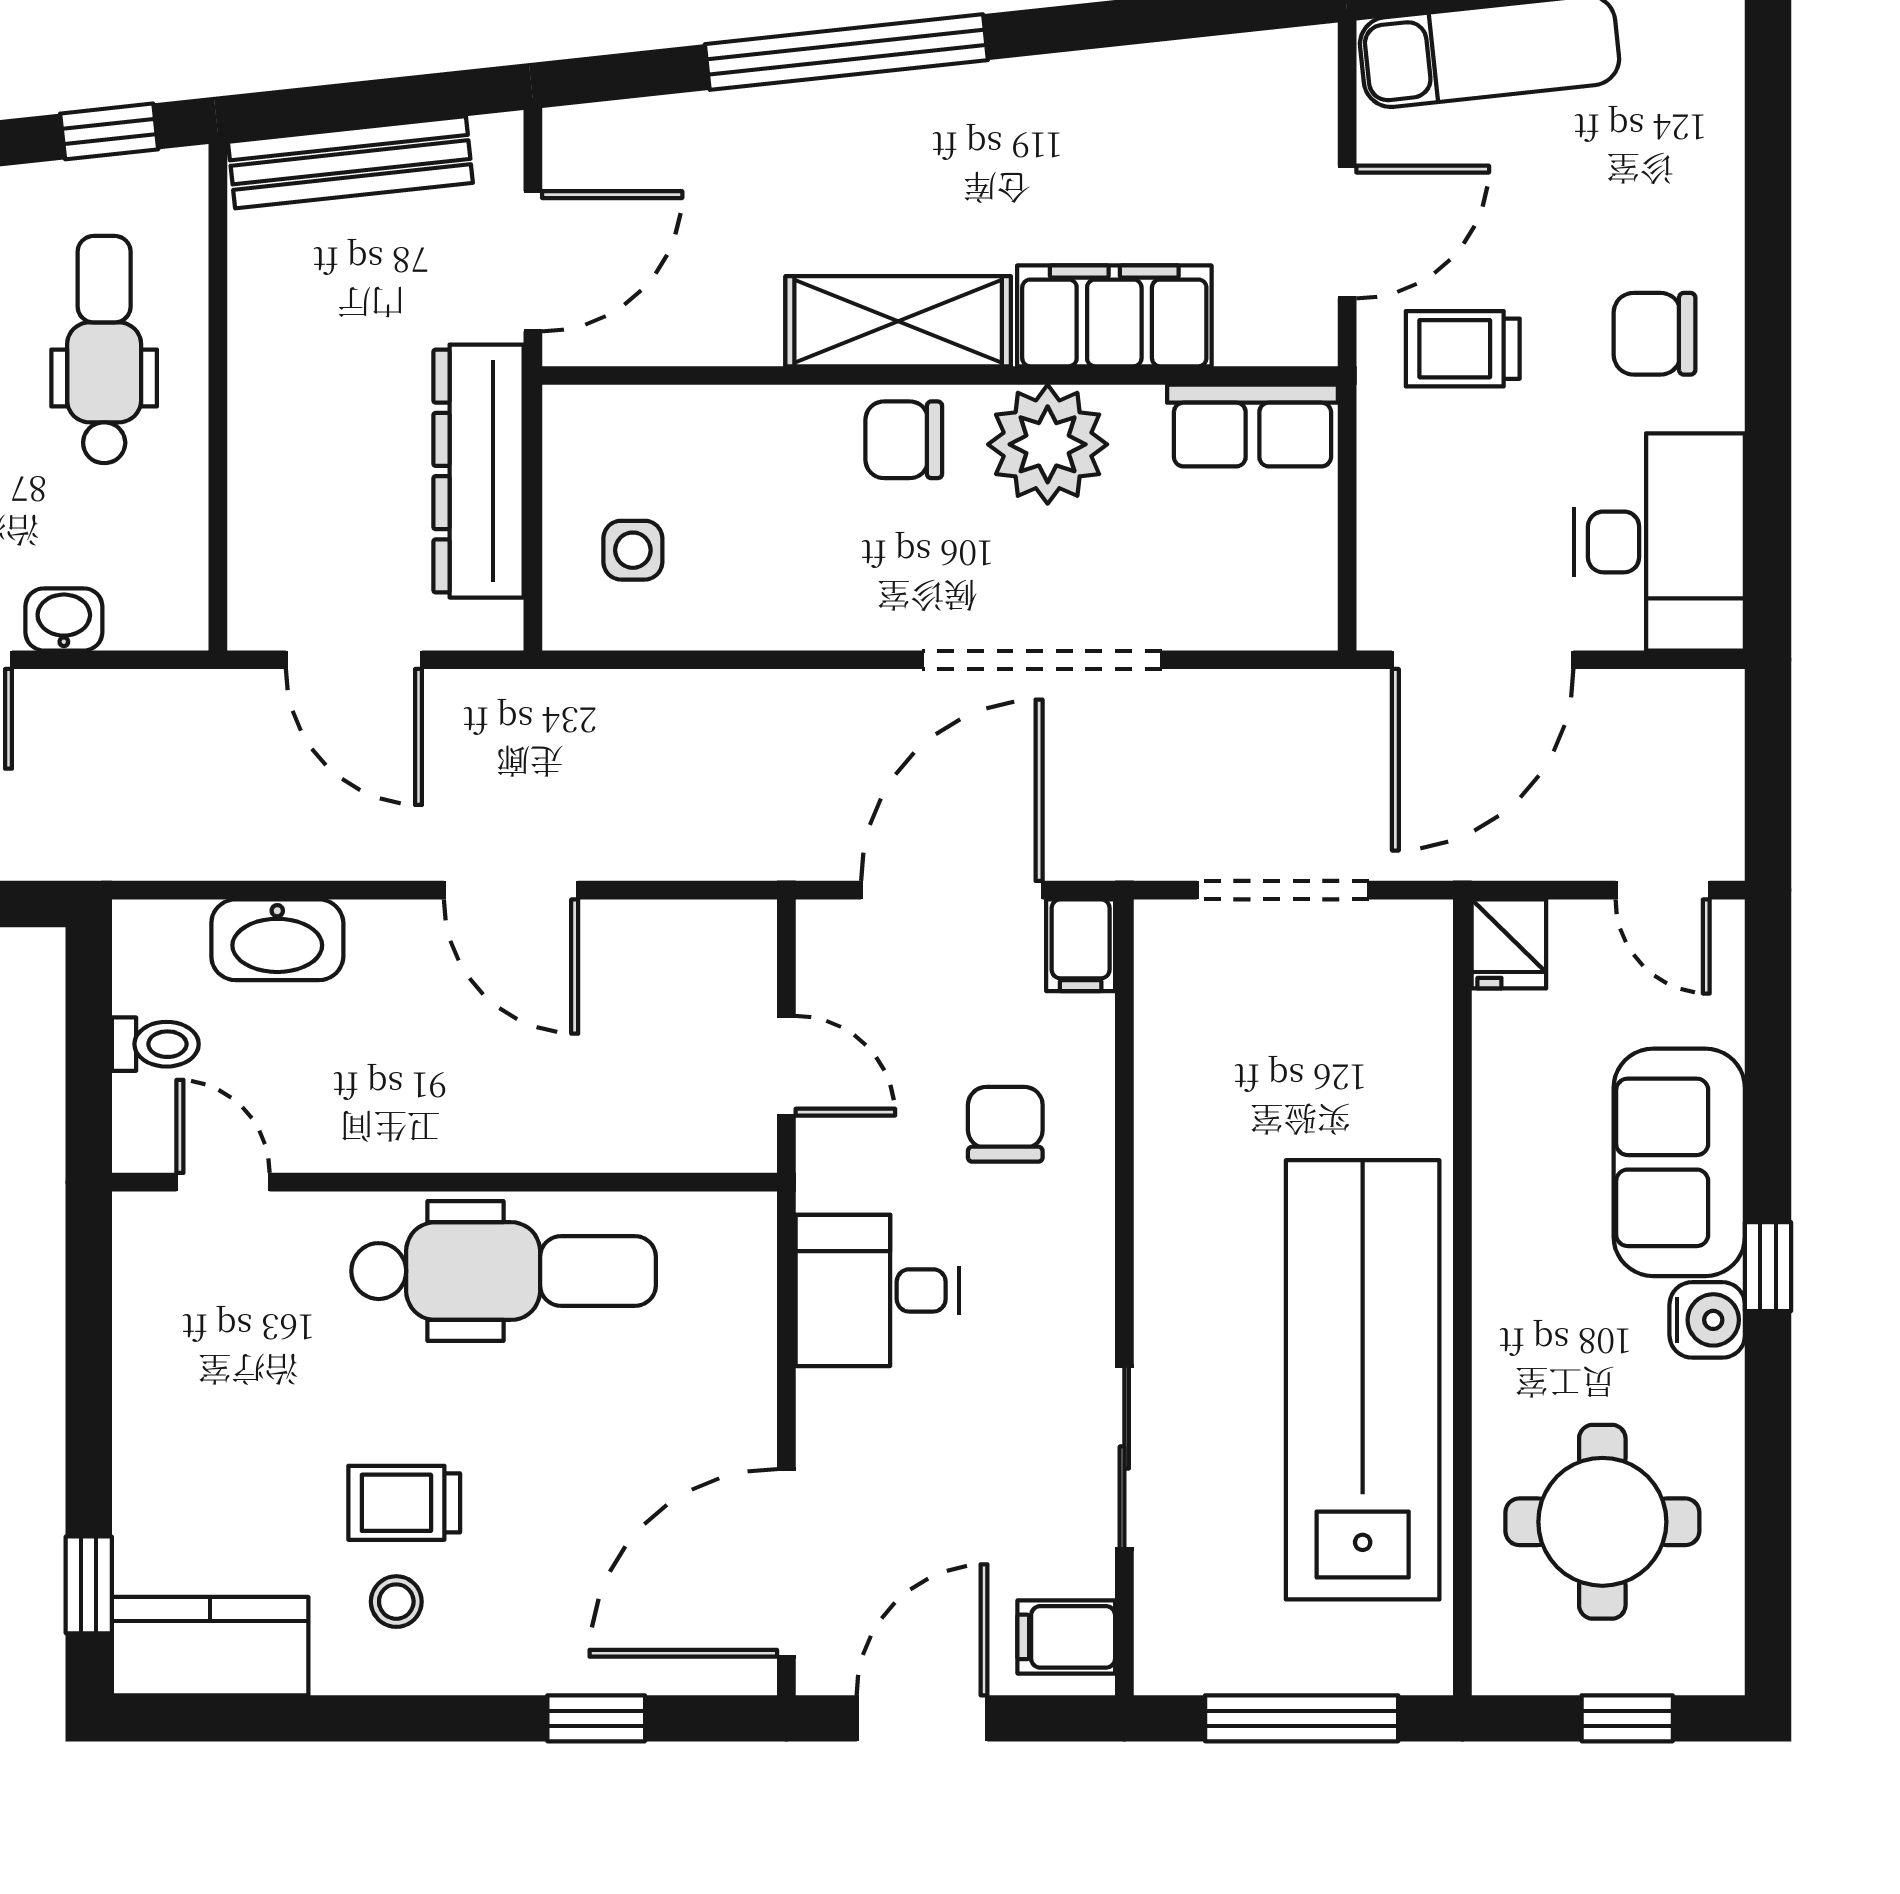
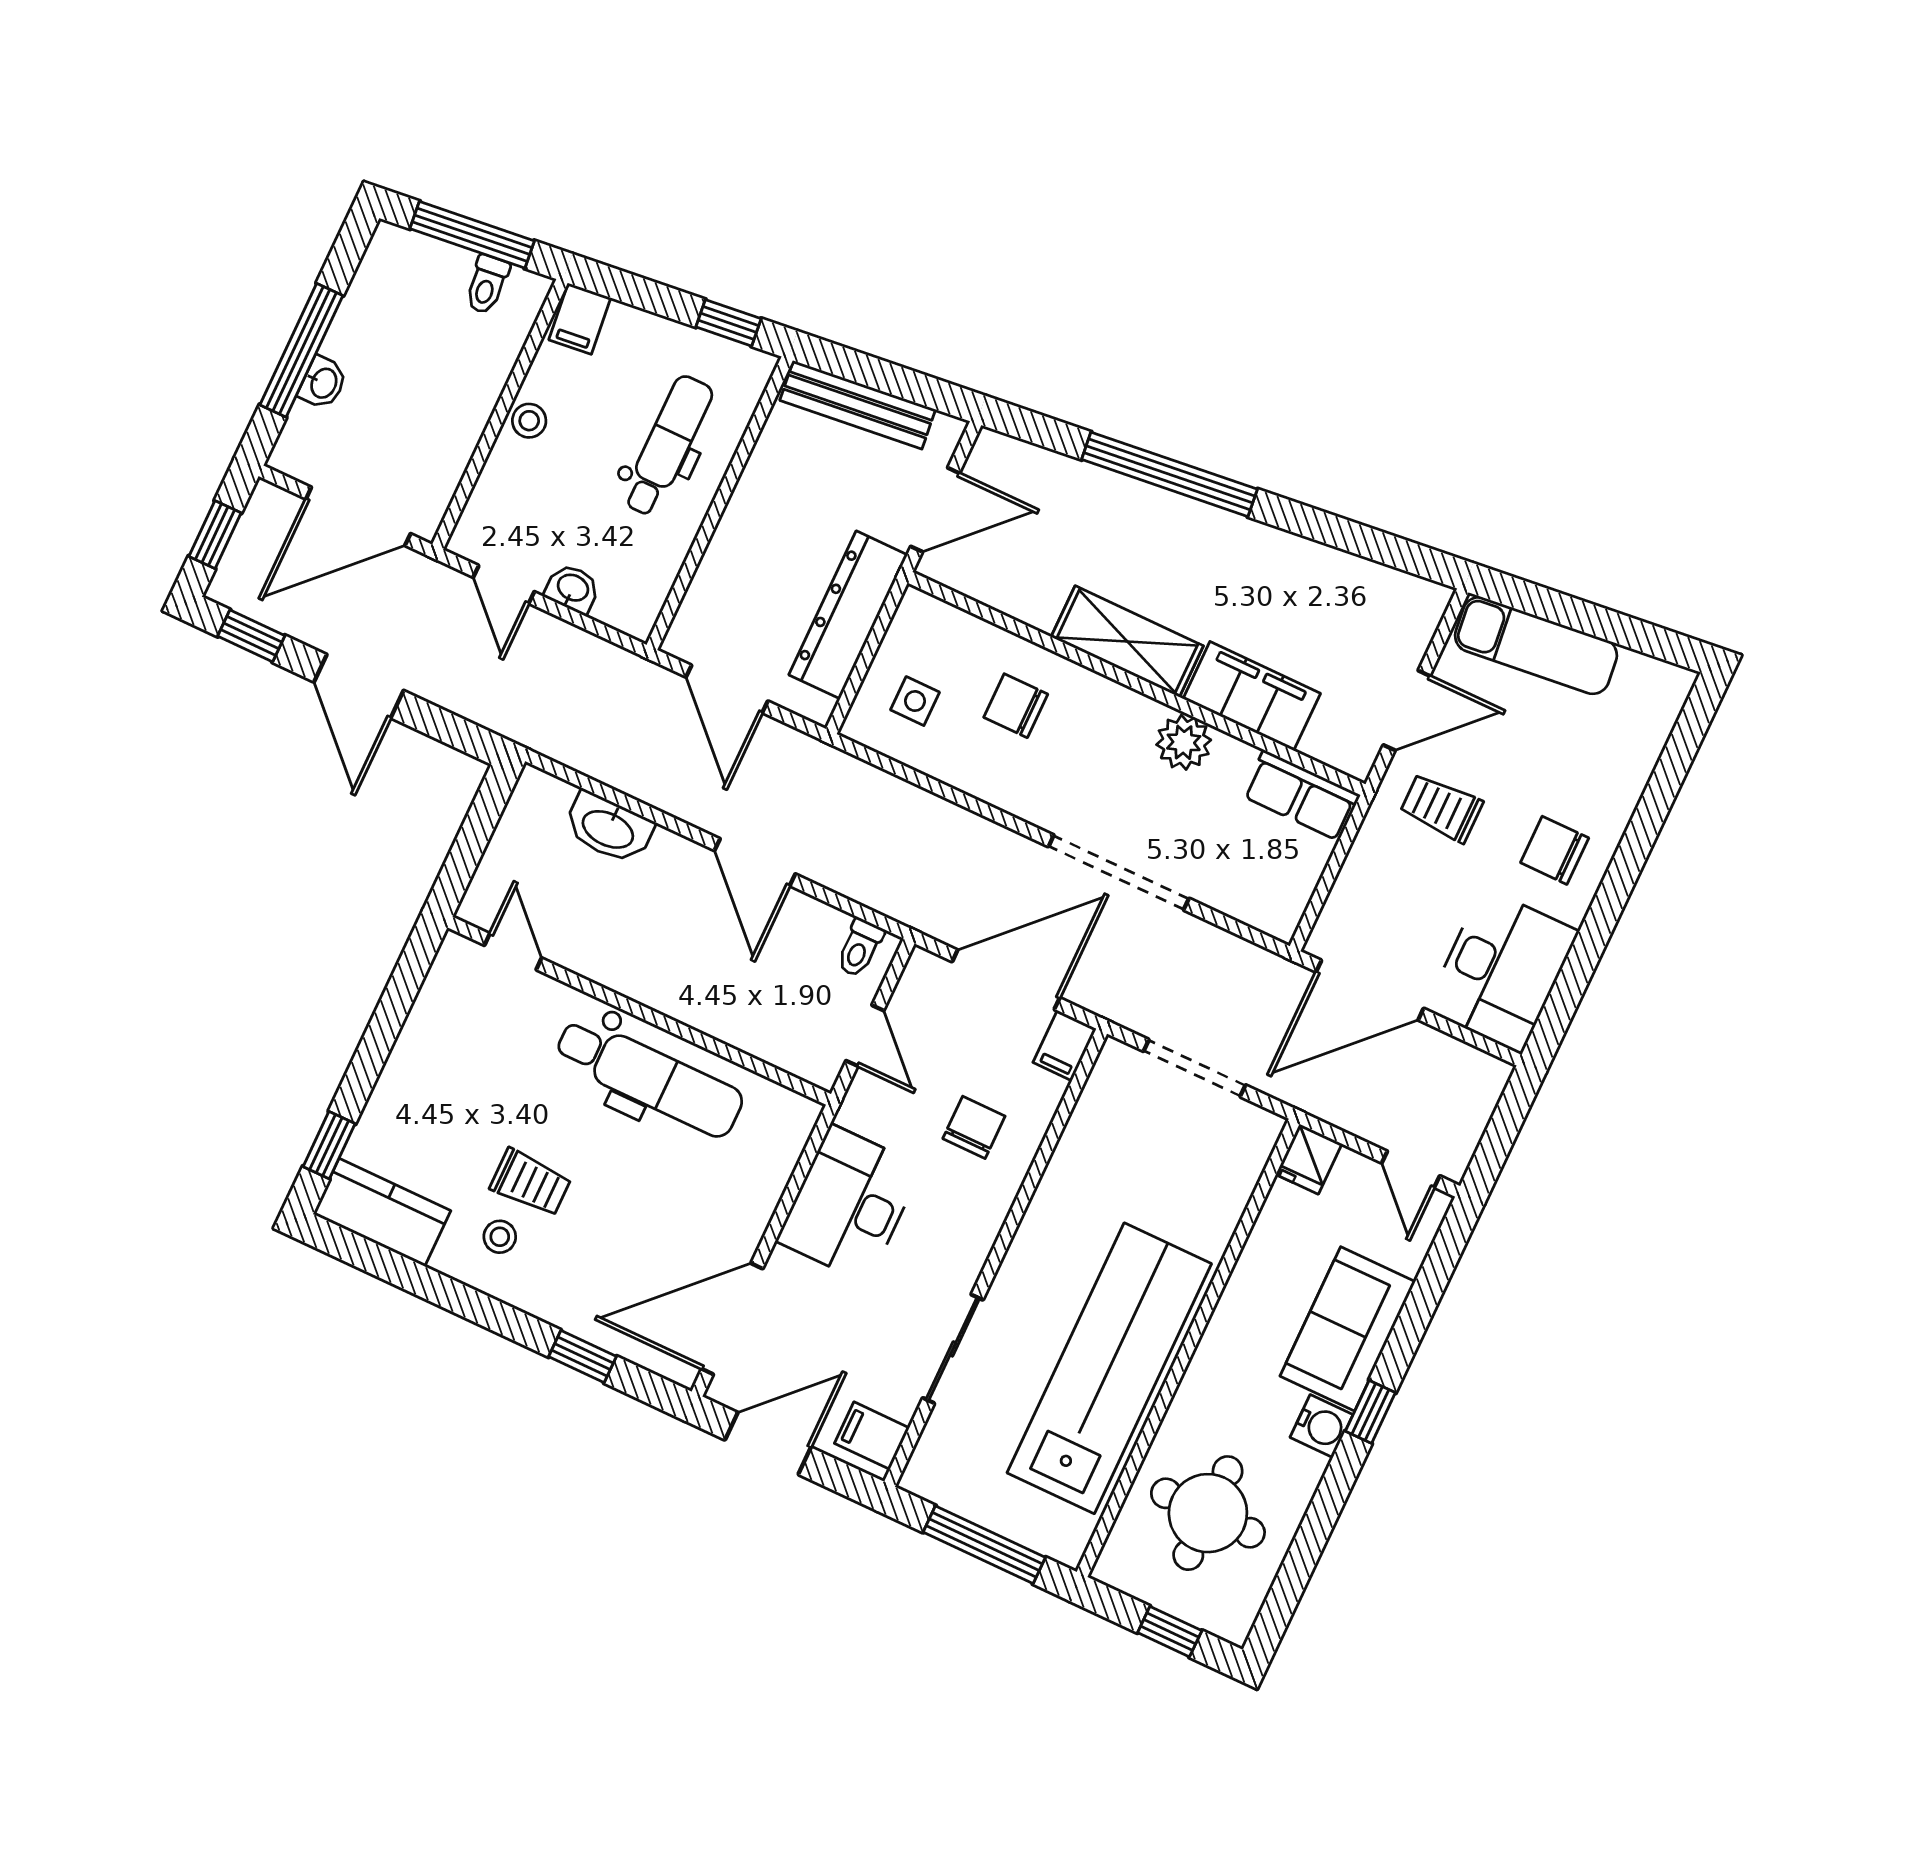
chair: (904, 440) -> (1016, 706), moved
plant: (1048, 444) -> (1184, 742), width x0.73, depth x0.73
toilet: (155, 1044) -> (860, 948), moved, turned 90
desk: (877, 1290) -> (849, 1204), width x1.37
trolley: (404, 1503) -> (531, 1183), turned 180

